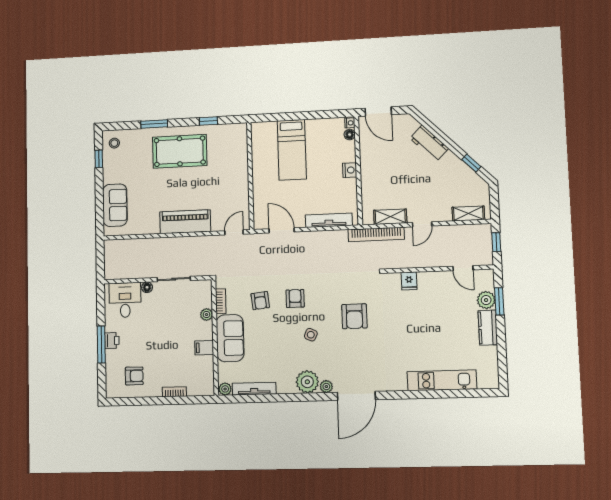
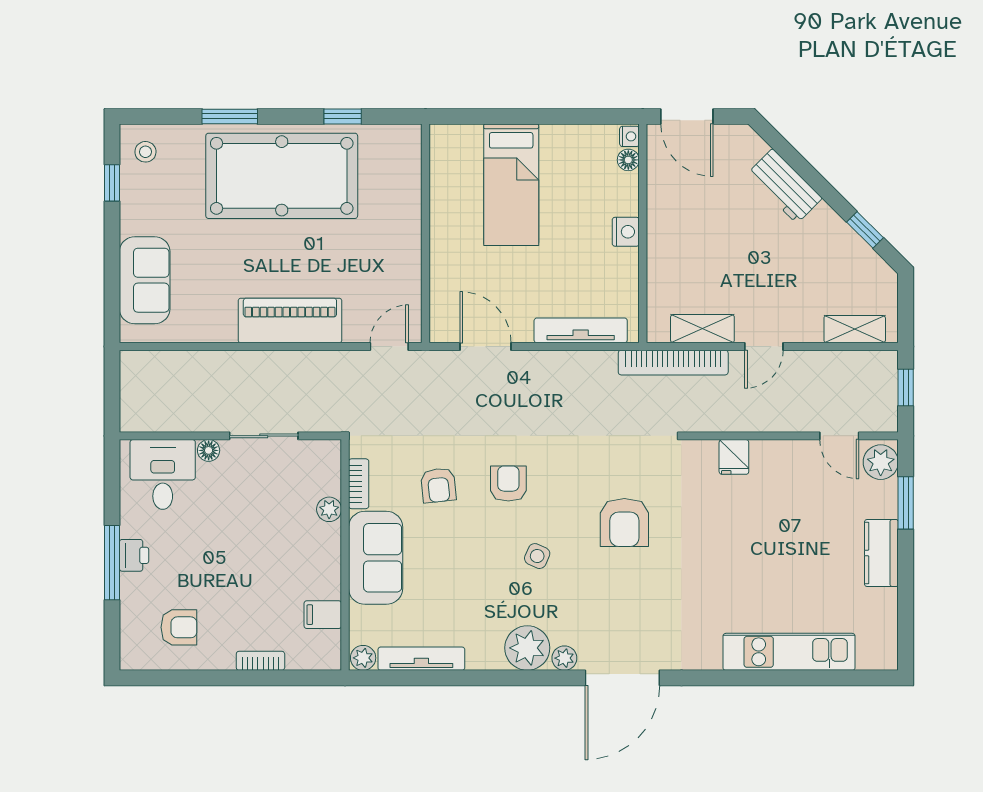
pool table: (180, 151) -> (282, 176), width x1.36, depth x1.32
plant: (486, 300) -> (881, 462), moved
filing cabinet: (204, 348) -> (323, 615), moved

